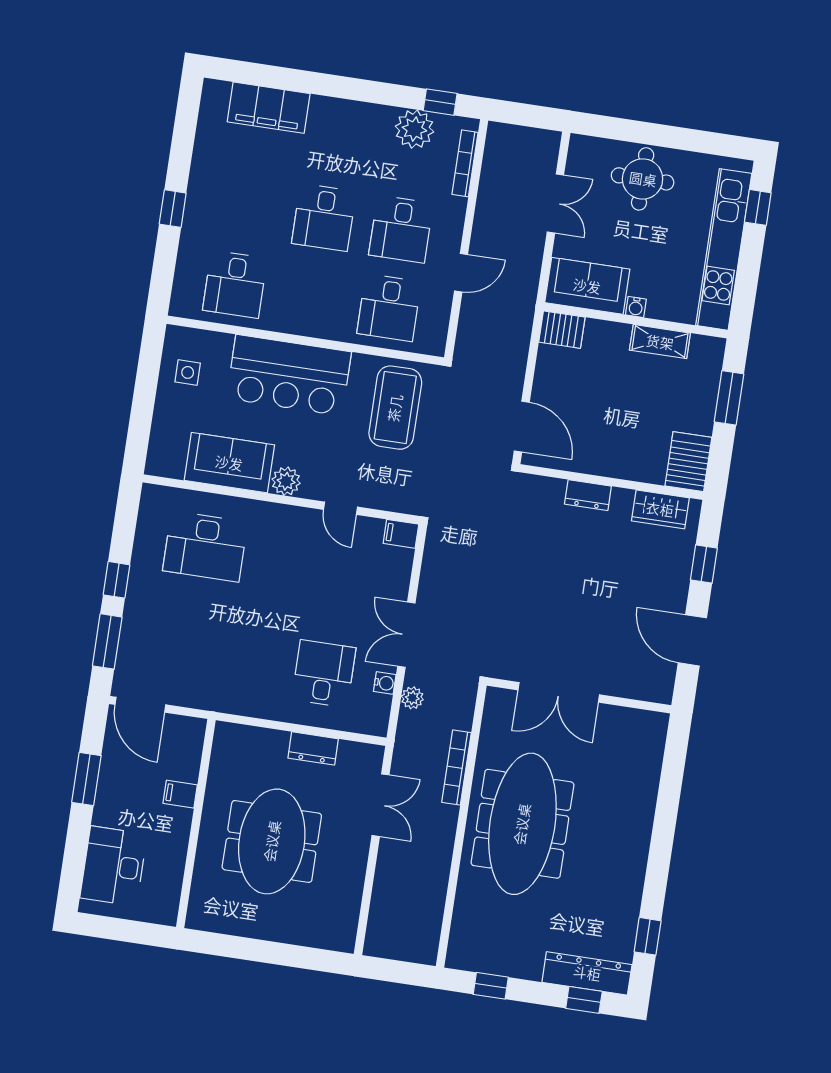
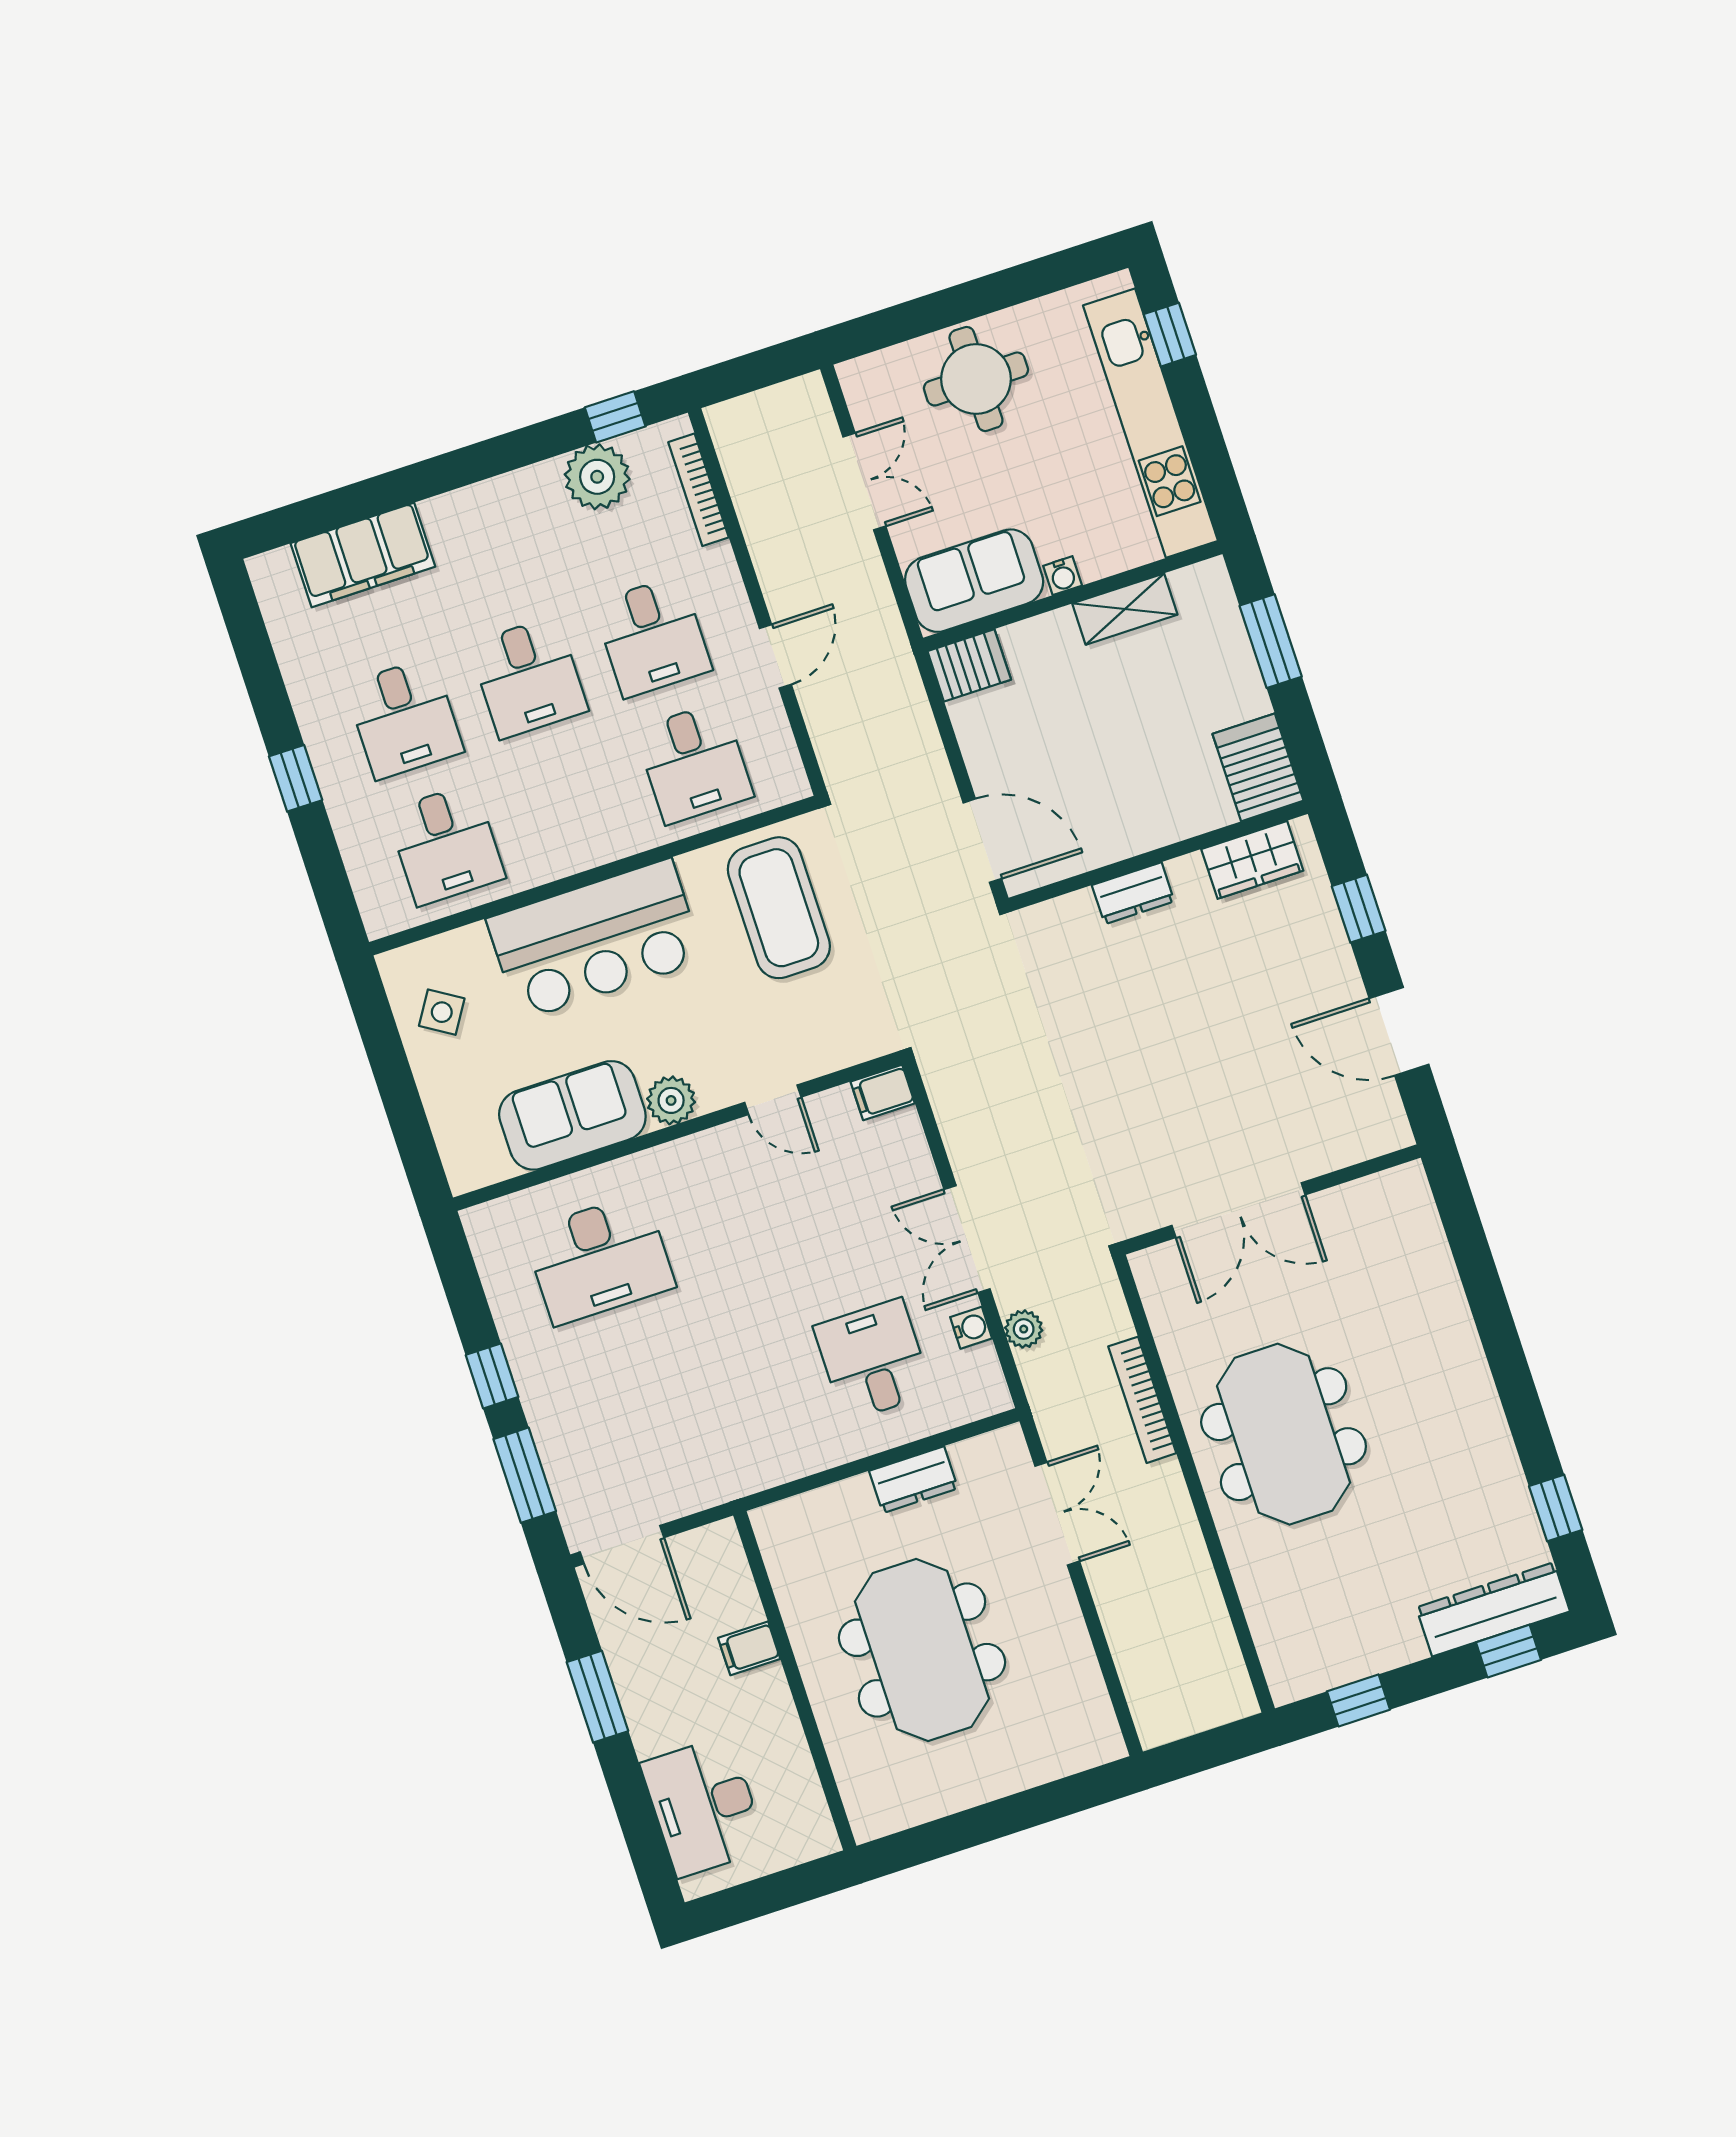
desk: (247, 206) -> (404, 718), added
side table: (188, 372) -> (442, 1012), turned 32
meeting table: (522, 824) -> (1284, 1434), width x0.73

